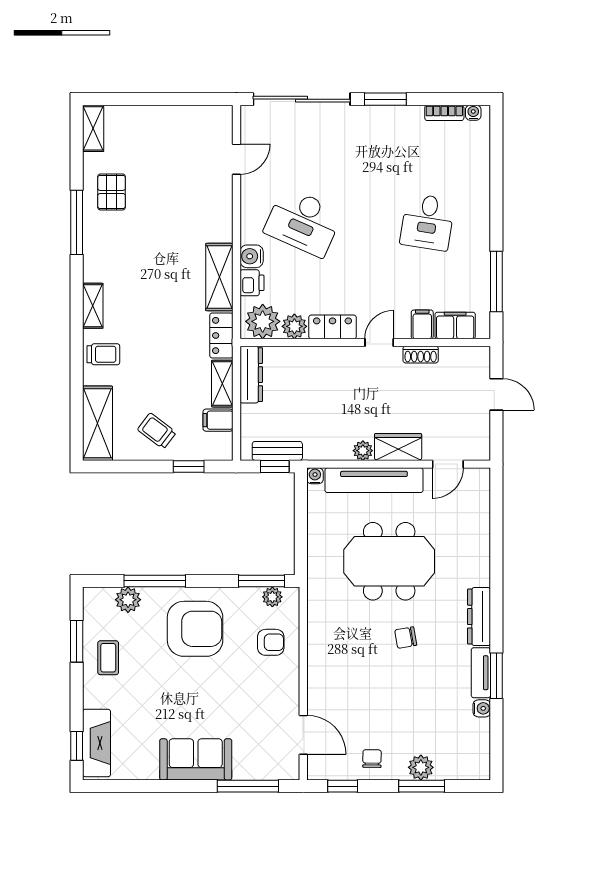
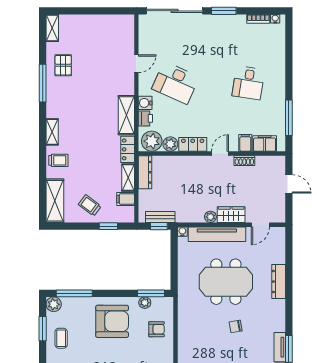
door: (236, 159) -> (136, 64), moved
window: (155, 581) -> (74, 293), moved
plant: (272, 597) -> (145, 303), moved
plant: (128, 600) -> (54, 304), moved
dresser: (479, 617) -> (279, 282), moved

